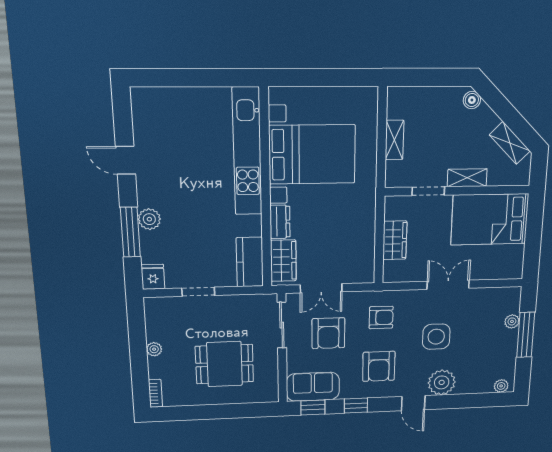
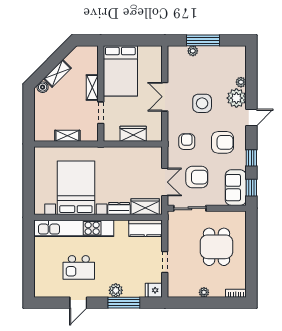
shelving: (510, 143) -> (57, 73), moved
kitchen island: (184, 160) -> (79, 267), added
plant: (501, 386) -> (241, 82), moved

